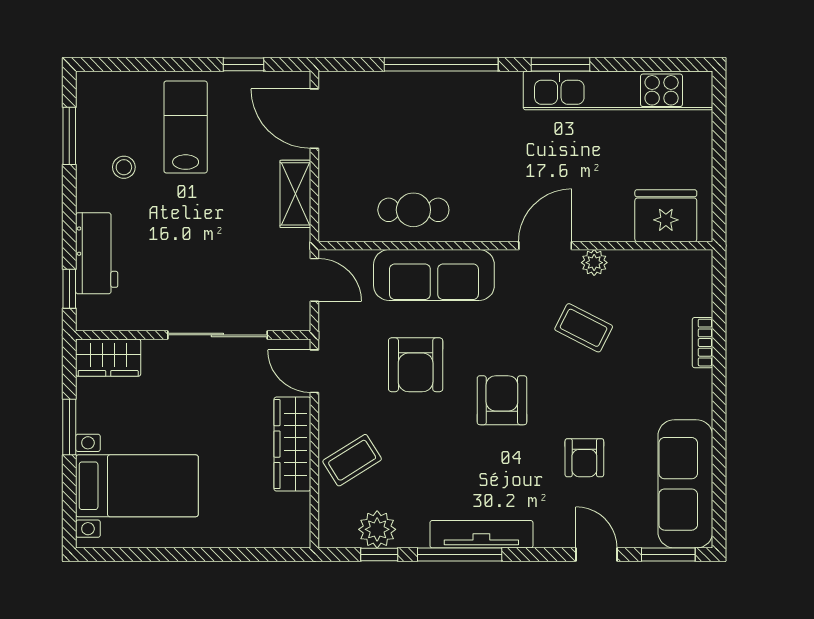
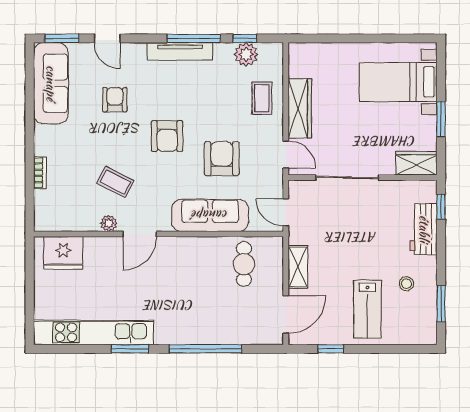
door: (314, 119) -> (286, 314), hinge flipped
cafe table: (413, 210) -> (244, 264), moved, turned 90
coffee table: (352, 460) -> (262, 98), turned -58

